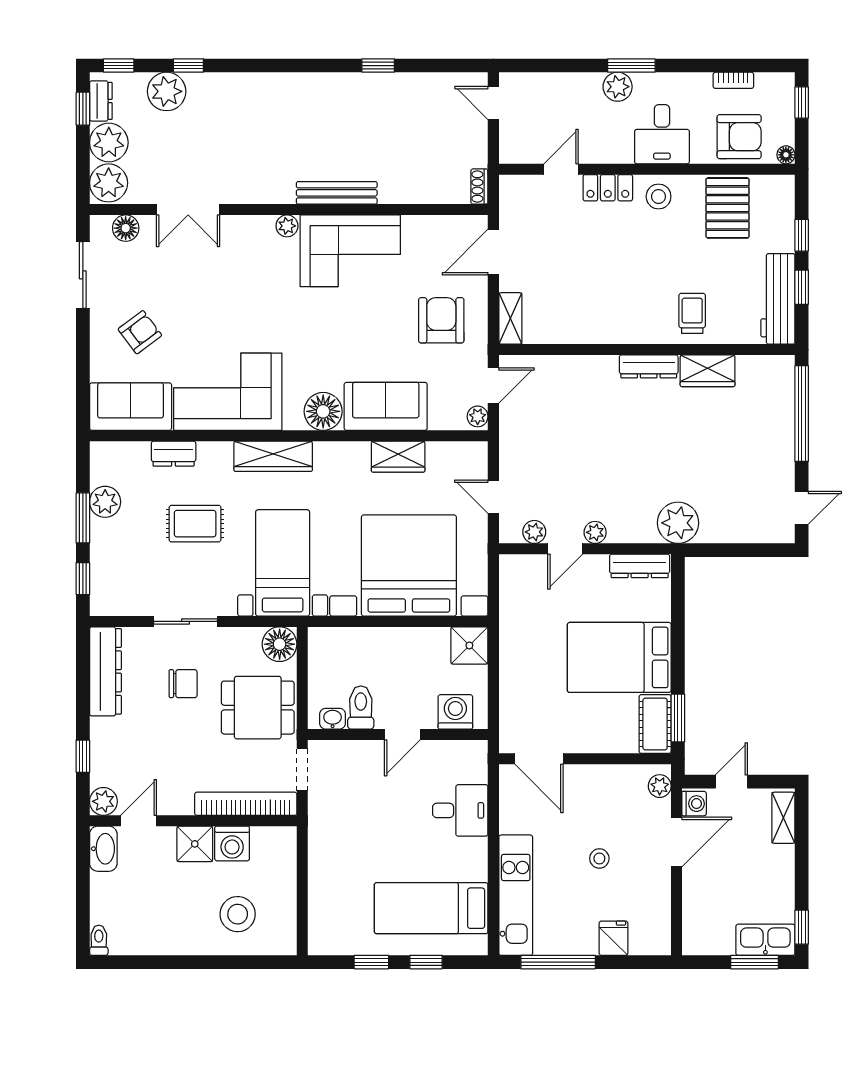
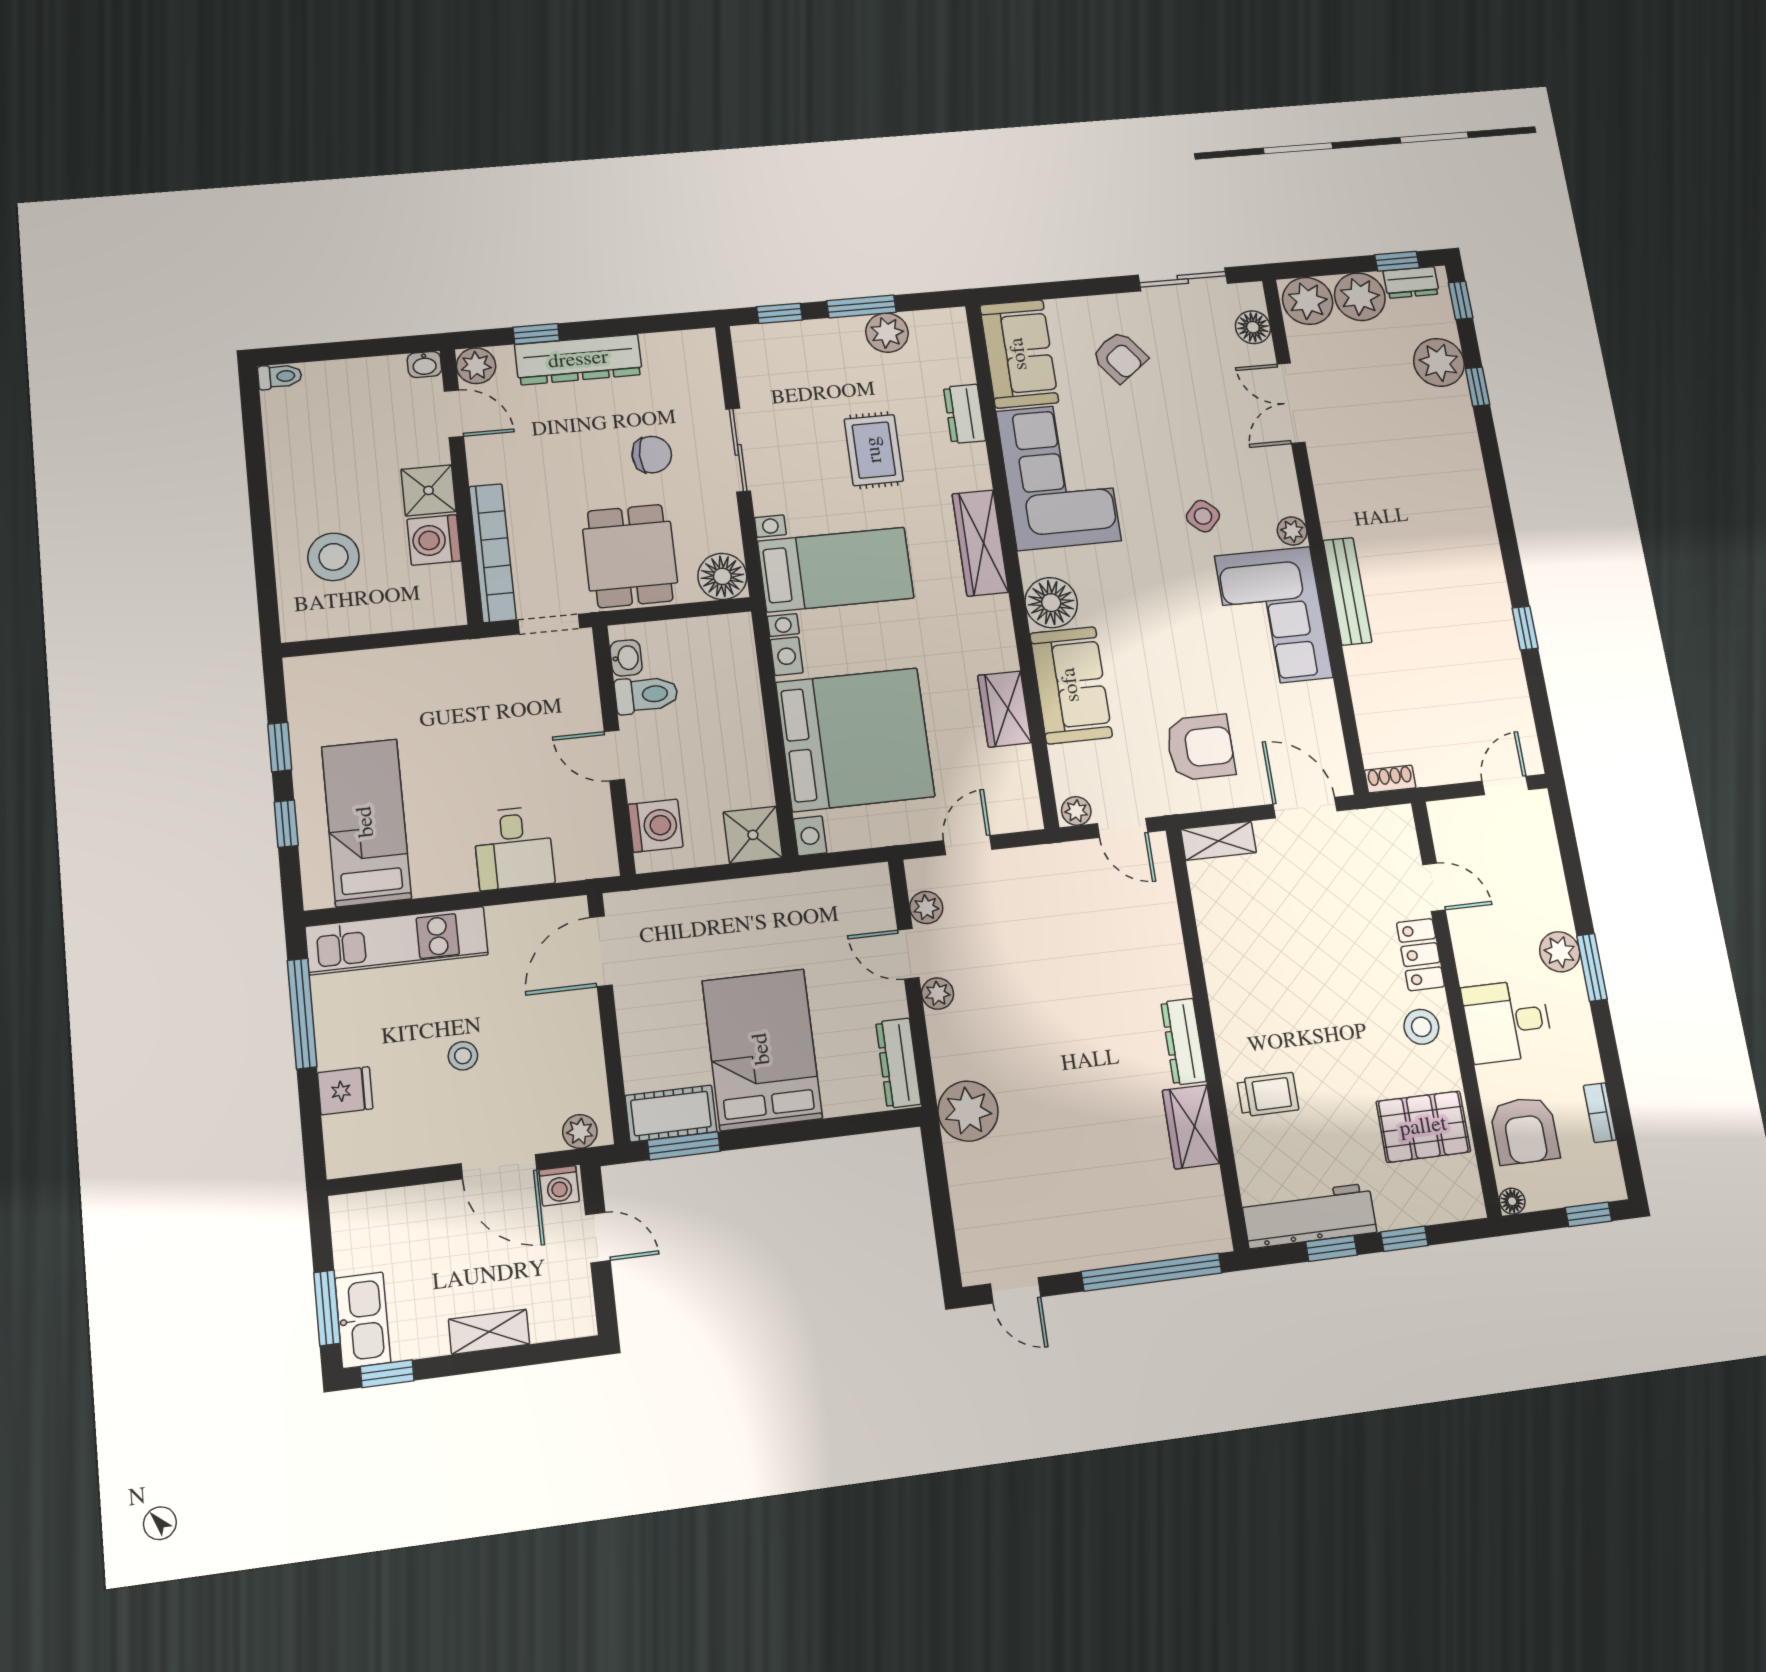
side table: (269, 290) -> (1203, 516), added
dresser: (105, 671) -> (578, 360), moved
chair: (183, 684) -> (652, 455), turned -90
shelving: (783, 818) -> (489, 1332), moved
washbasin: (103, 849) -> (424, 364), width x0.52, depth x0.69

